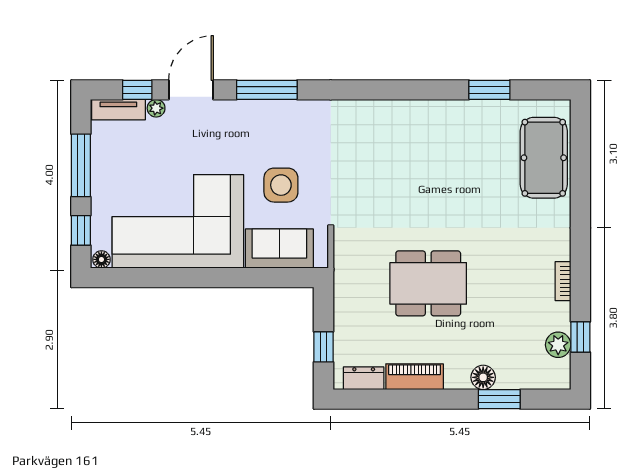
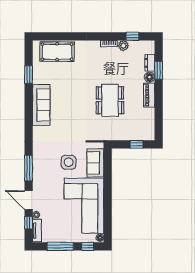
sofa: (417, 120) -> (41, 105), added
plant: (558, 345) -> (123, 46), moved
piano: (415, 377) -> (149, 95), moved
dresser: (364, 378) -> (150, 63), moved

